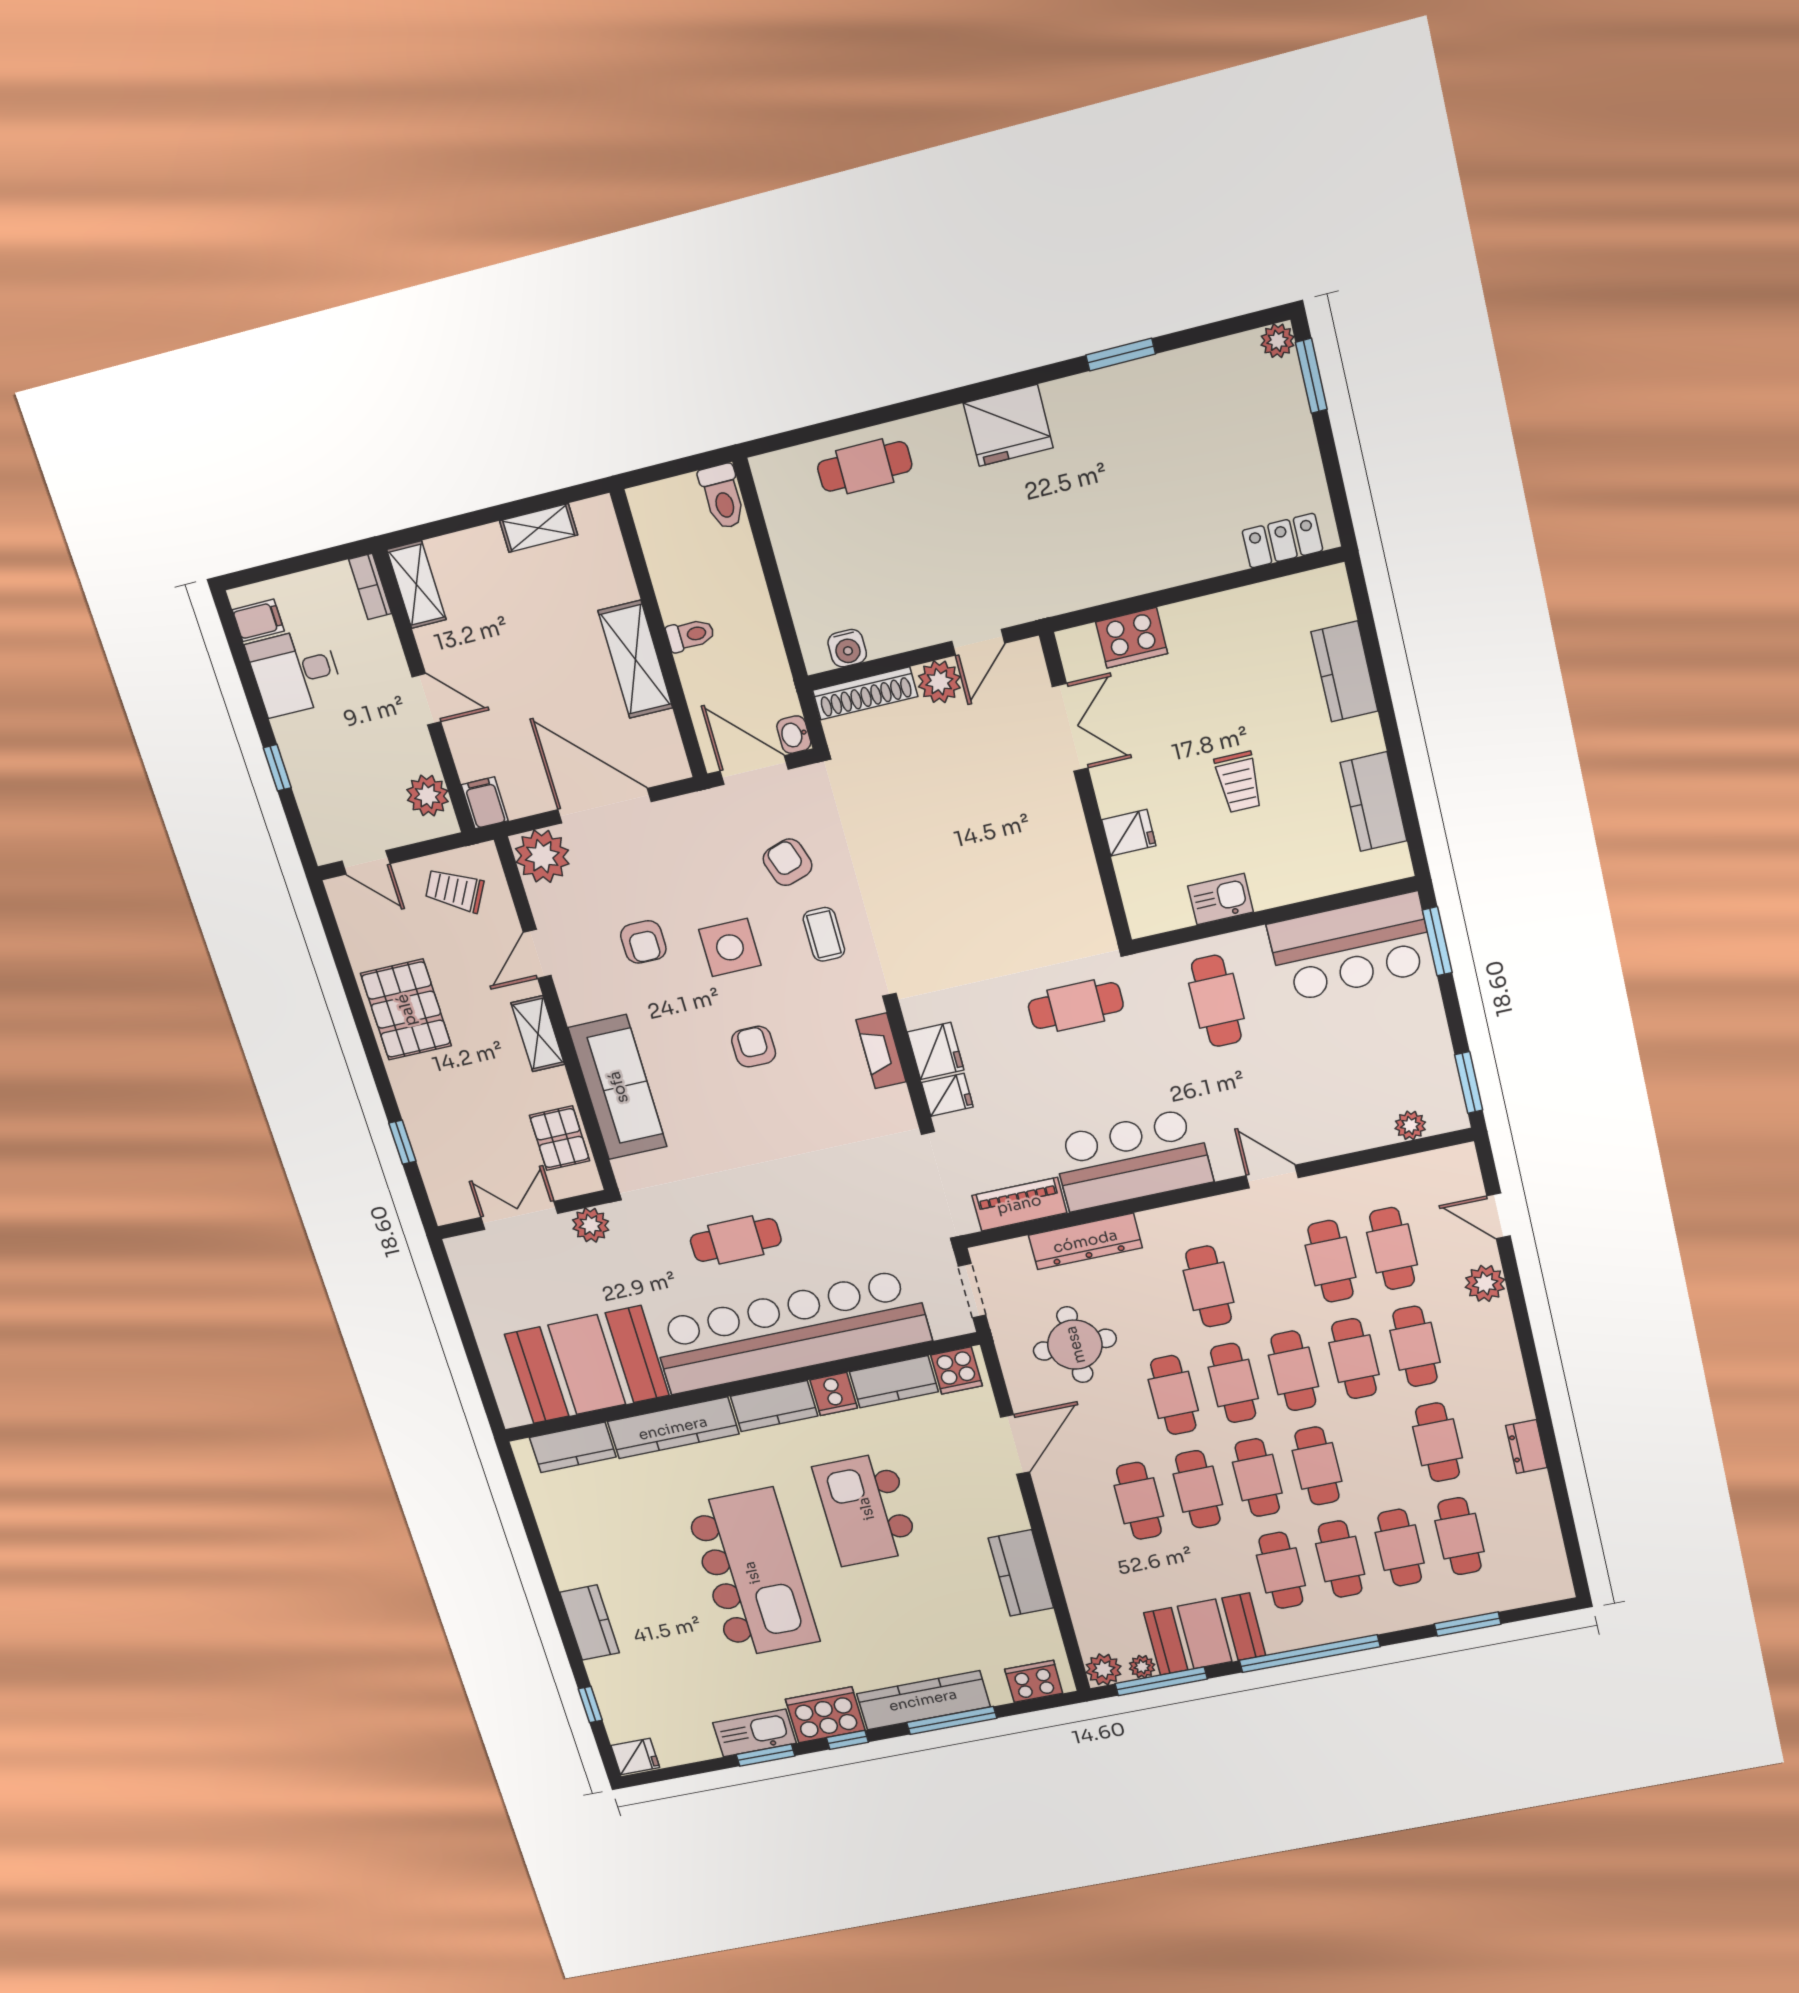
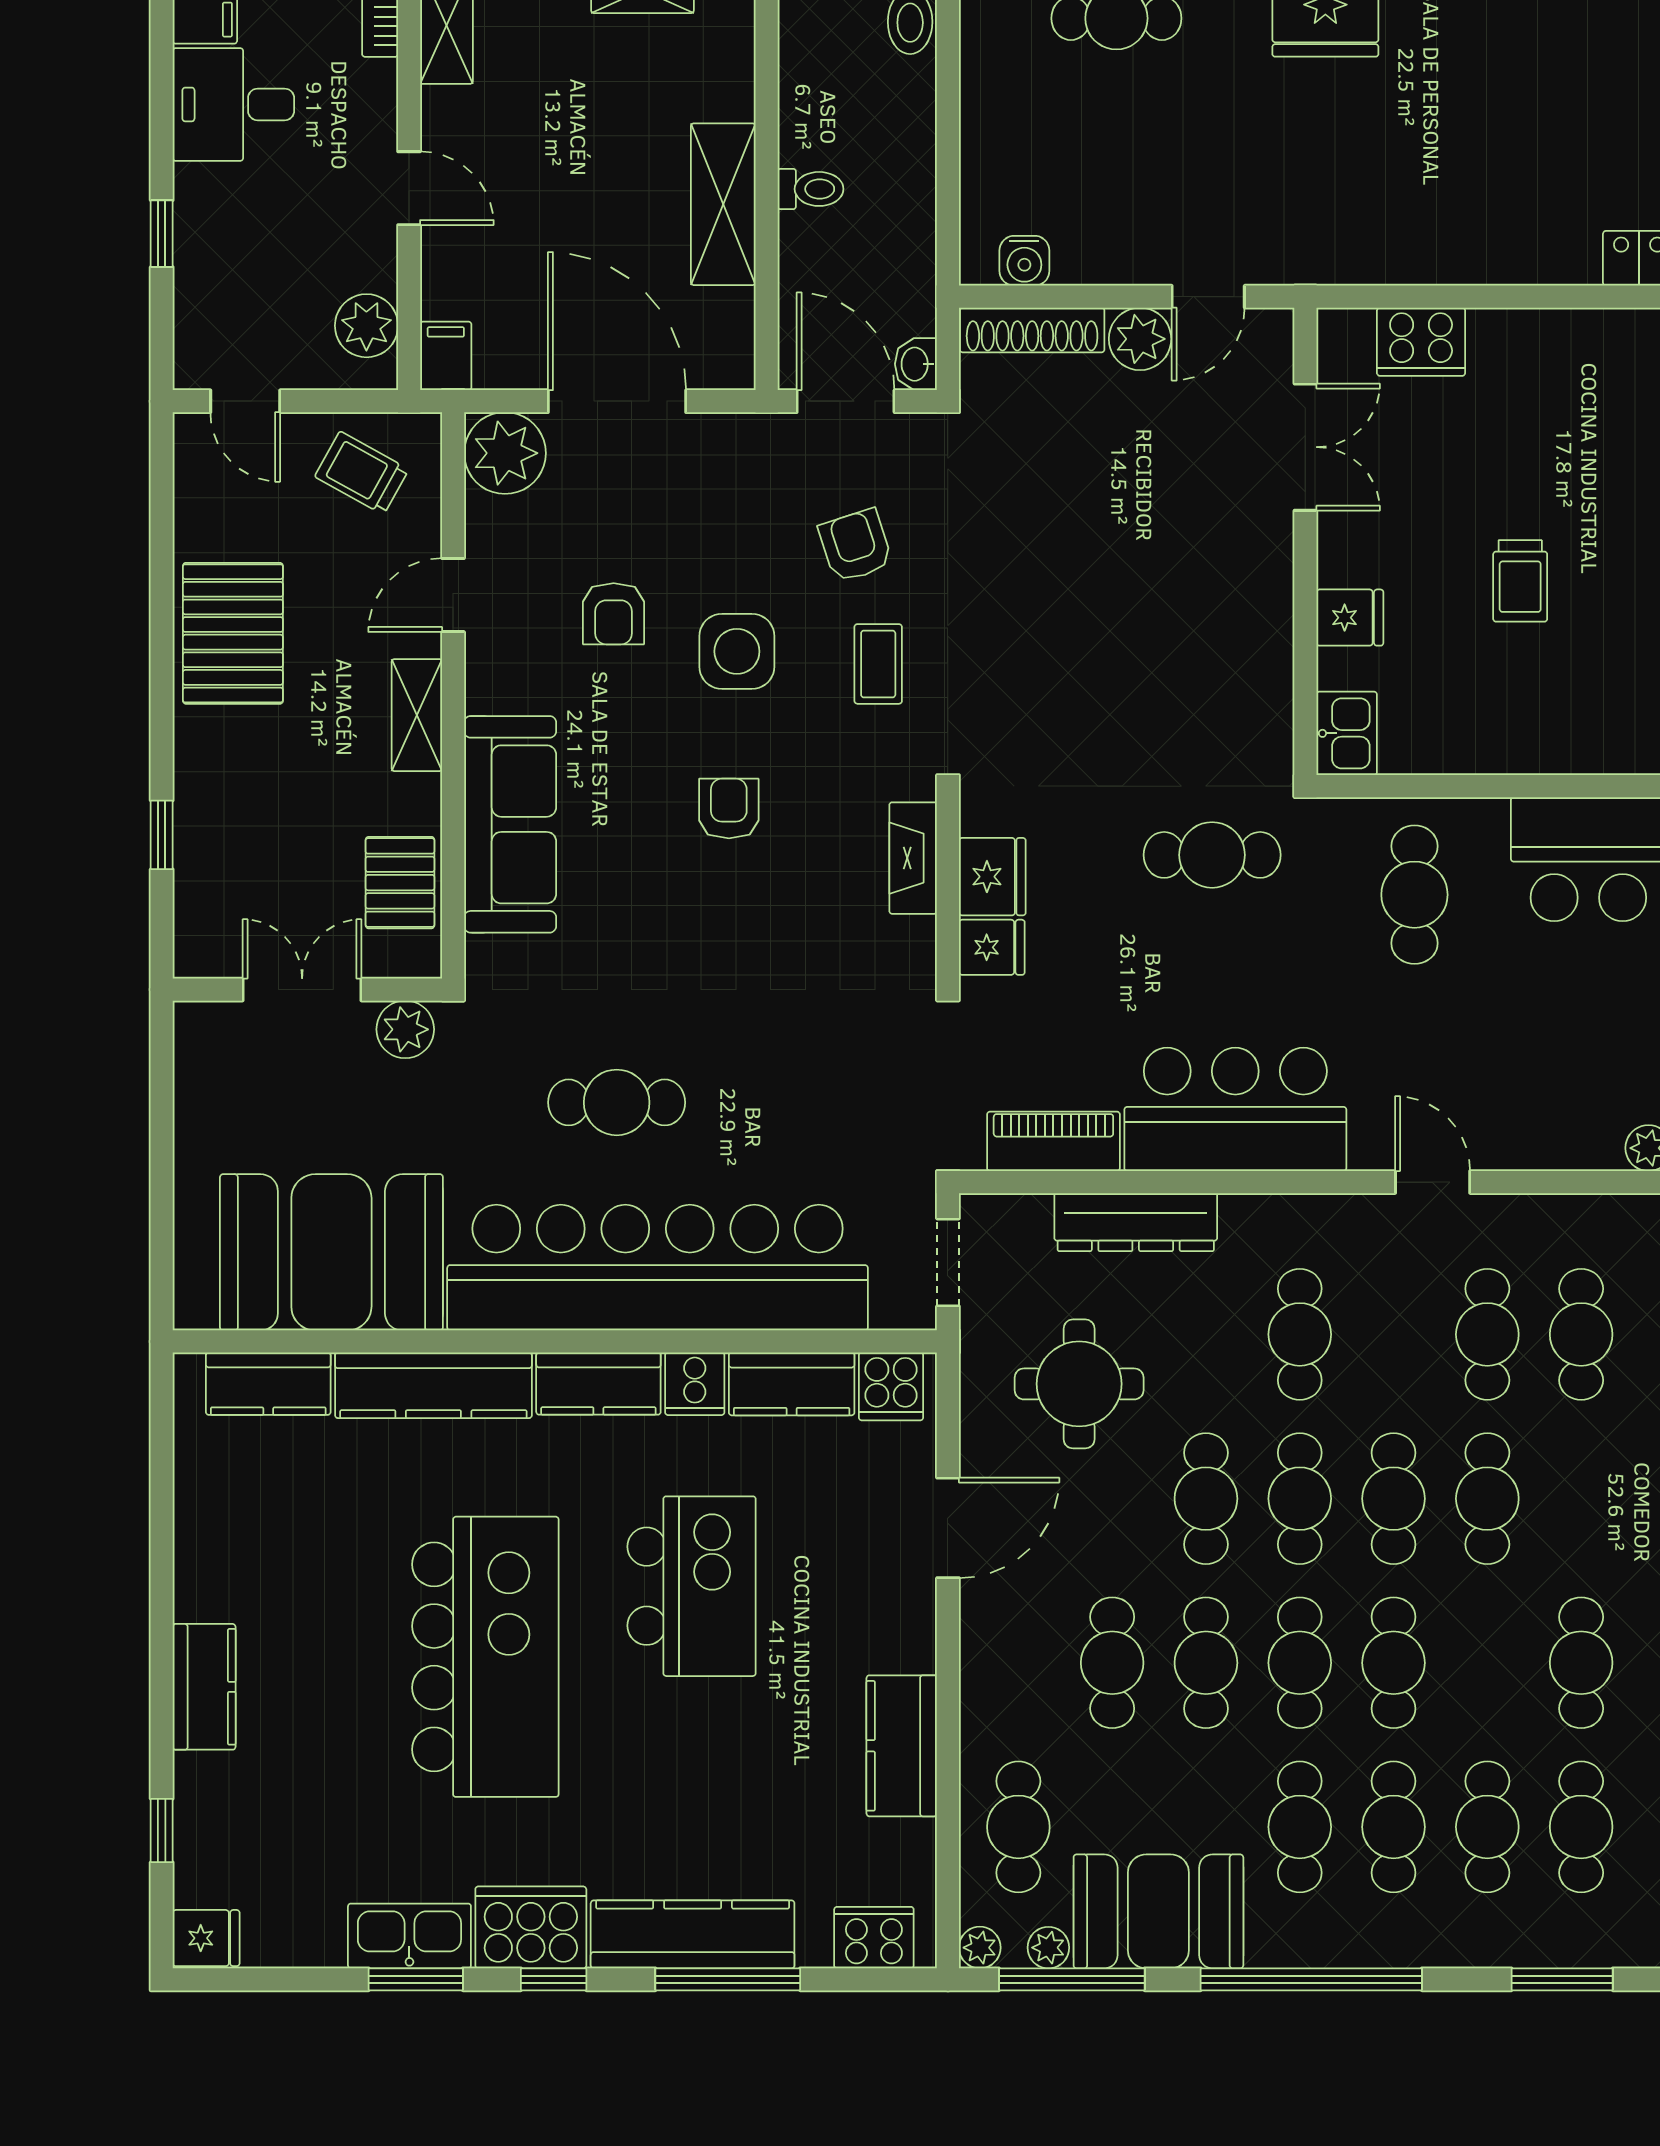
kitchen sink: (1221, 899) -> (1347, 733), moved, turned 90
cafe table: (1415, 1346) -> (1018, 1827), moved
kitchen island: (866, 1509) -> (692, 1586), turned 180
plant: (1104, 1669) -> (980, 1948), width x0.73, depth x0.73

